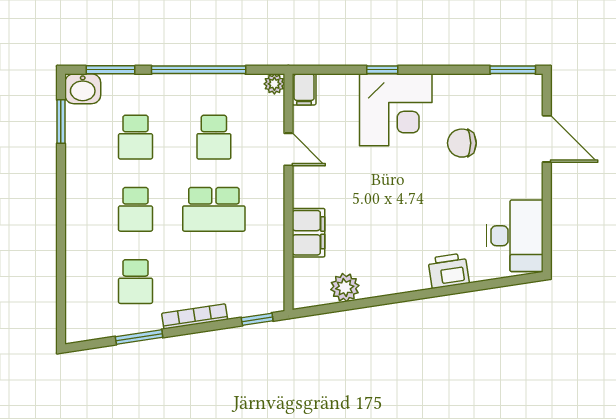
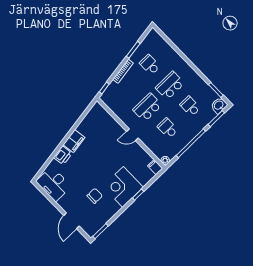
door: (547, 139) -> (71, 221), hinge flipped
door: (288, 149) -> (132, 135), moved
school desk: (136, 209) -> (170, 86), width x1.85
filing cabinet: (308, 233) -> (74, 141), moved, turned -99
plant: (345, 288) -> (88, 122), removed

